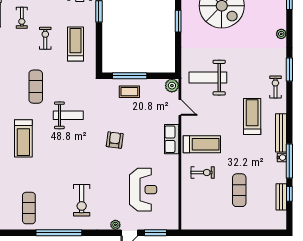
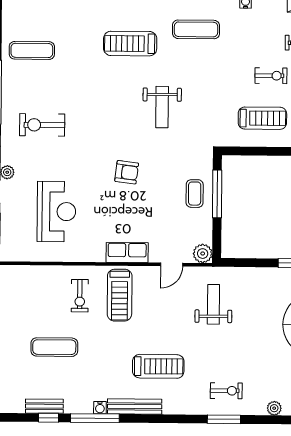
weight bench: (208, 78) -> (213, 304), width x0.73, depth x0.75
exercise mat: (36, 87) -> (196, 29), moved
exercise bike: (275, 87) -> (226, 391), moved
reception desk: (143, 190) -> (56, 212), turned -90

